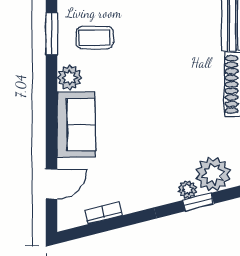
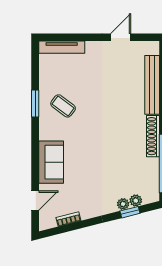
coffee table: (95, 38) -> (63, 106), turned 37
plant: (70, 78) -> (47, 132), removed
plant: (213, 174) -> (136, 201), width x0.53, depth x0.53

